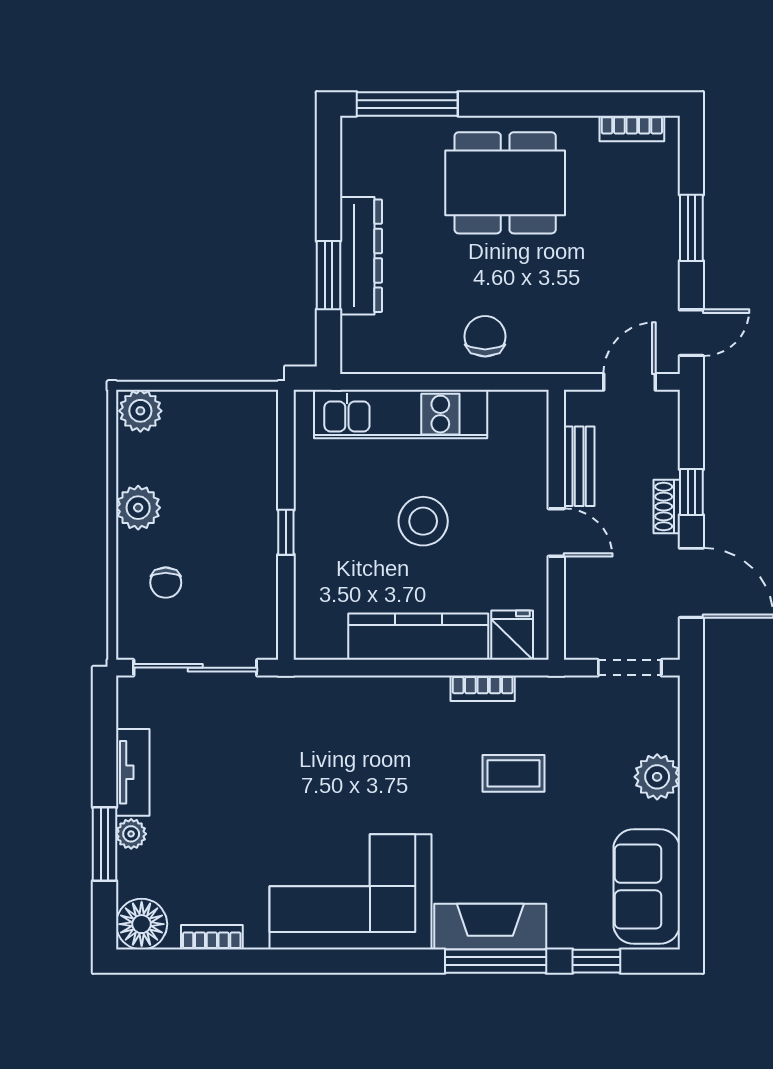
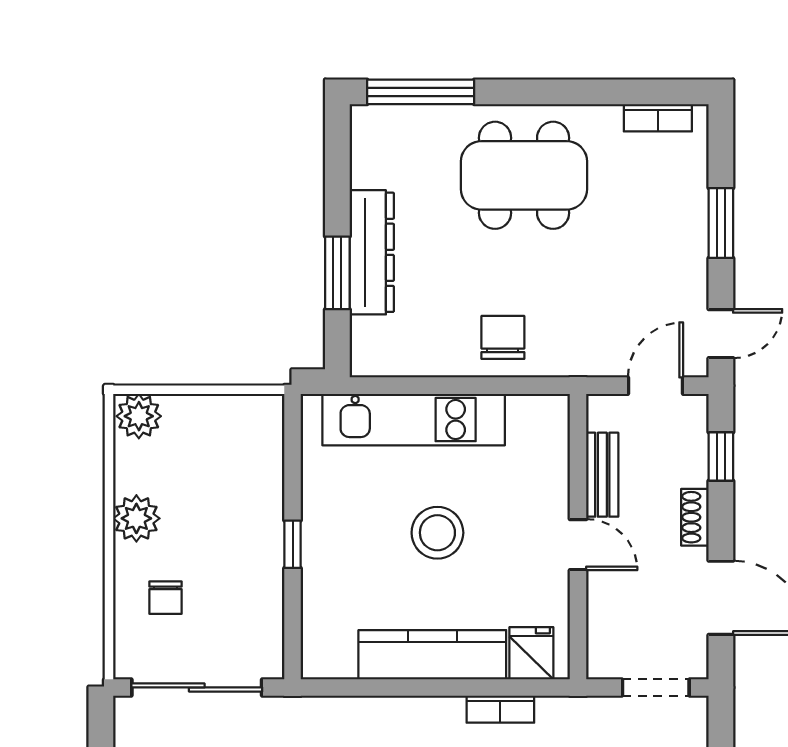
window: (691, 492) -> (721, 457), moved

